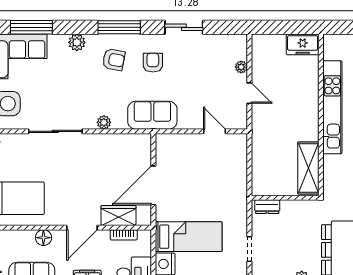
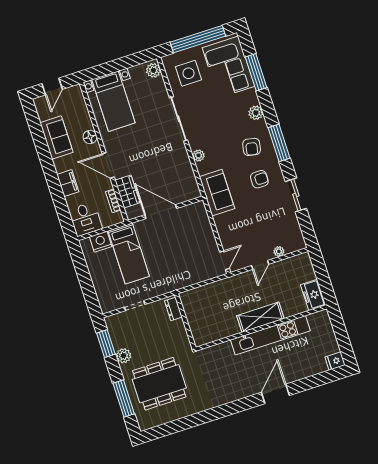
door: (214, 131) -> (225, 260), moved
shelving: (308, 168) -> (260, 317), moved

